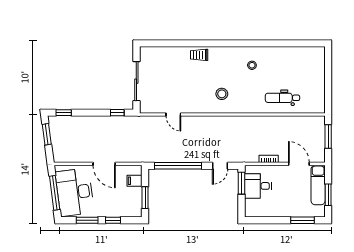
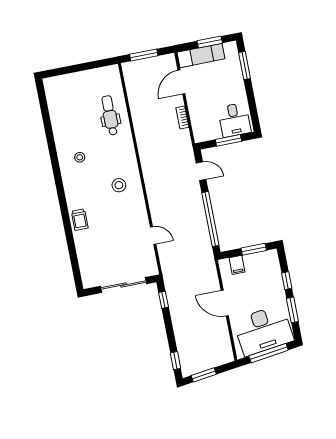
dental chair: (282, 98) -> (110, 115), turned 180
door: (173, 115) -> (153, 236), hinge flipped
door: (104, 164) -> (225, 303), swing flipped
window: (242, 183) -> (228, 140), moved
desk: (258, 186) -> (234, 120), moved

